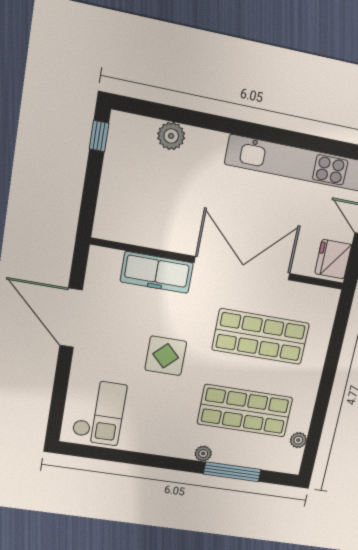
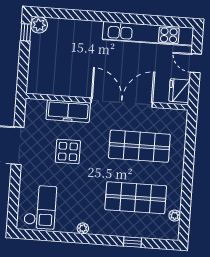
plant: (171, 136) -> (39, 25), moved
display table: (166, 356) -> (68, 151), moved
plant: (203, 454) -> (83, 228), moved
window: (232, 472) -> (133, 242), width x0.46

